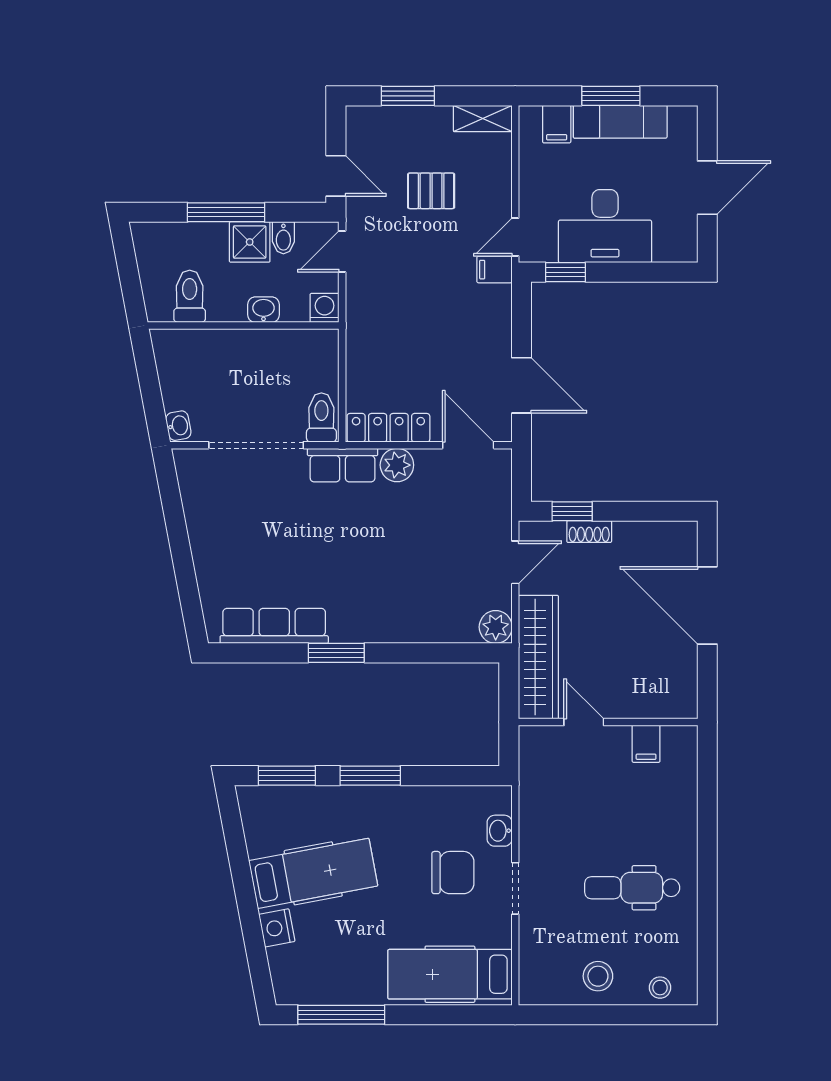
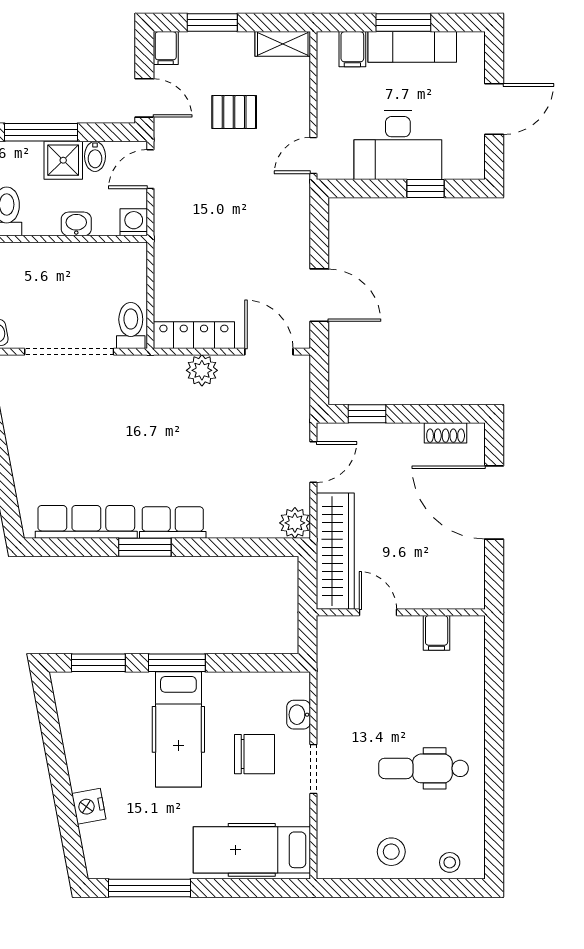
filing cabinet: (494, 270) -> (166, 48), moved, turned -90
window: (565, 272) -> (426, 189), moved
row of seats: (343, 465) -> (173, 522), moved, turned 180
shoe rack: (589, 532) -> (446, 433), moved
hospital bed: (313, 873) -> (178, 729), moved, turned 101

